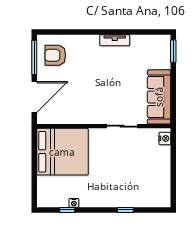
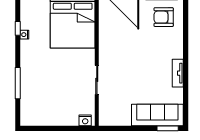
armchair: (55, 55) -> (164, 17), turned -90
sofa: (159, 97) -> (157, 115), moved
window: (125, 210) -> (18, 83), width x2.17

